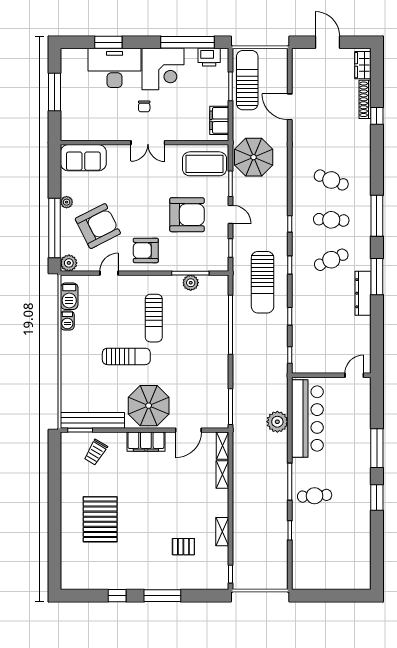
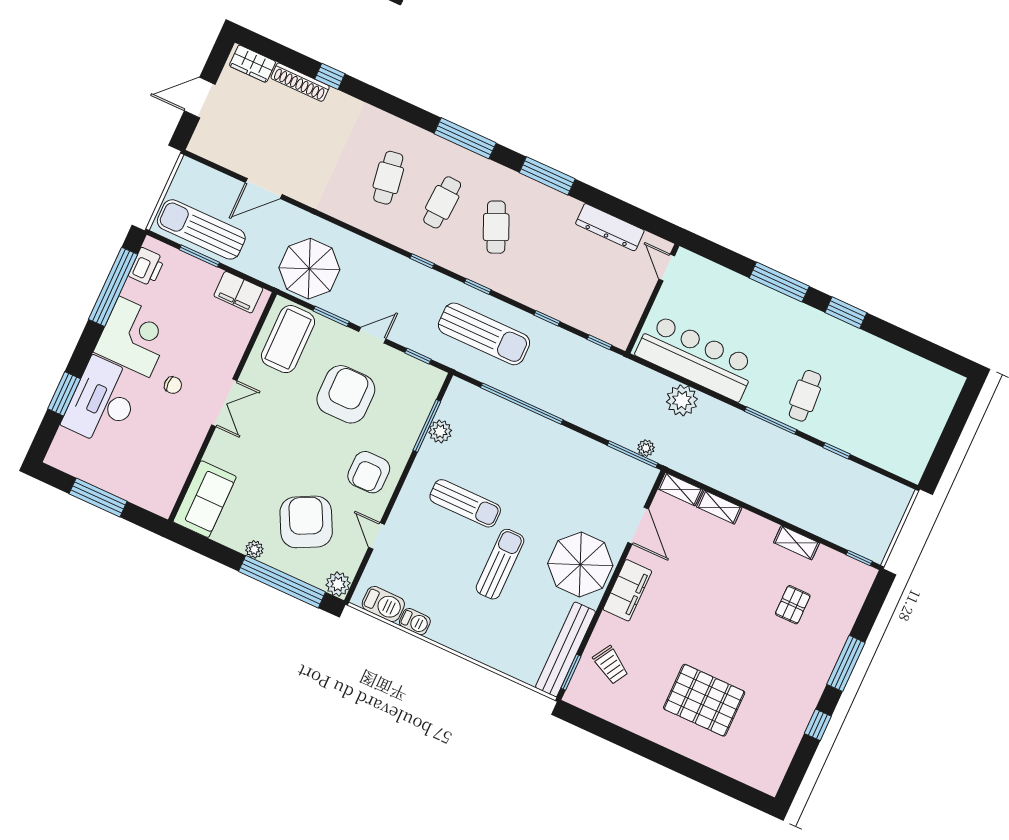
cafe table: (331, 180) -> (388, 178), turned -30
dresser: (363, 293) -> (610, 227), moved
plant: (238, 413) -> (646, 448), added

